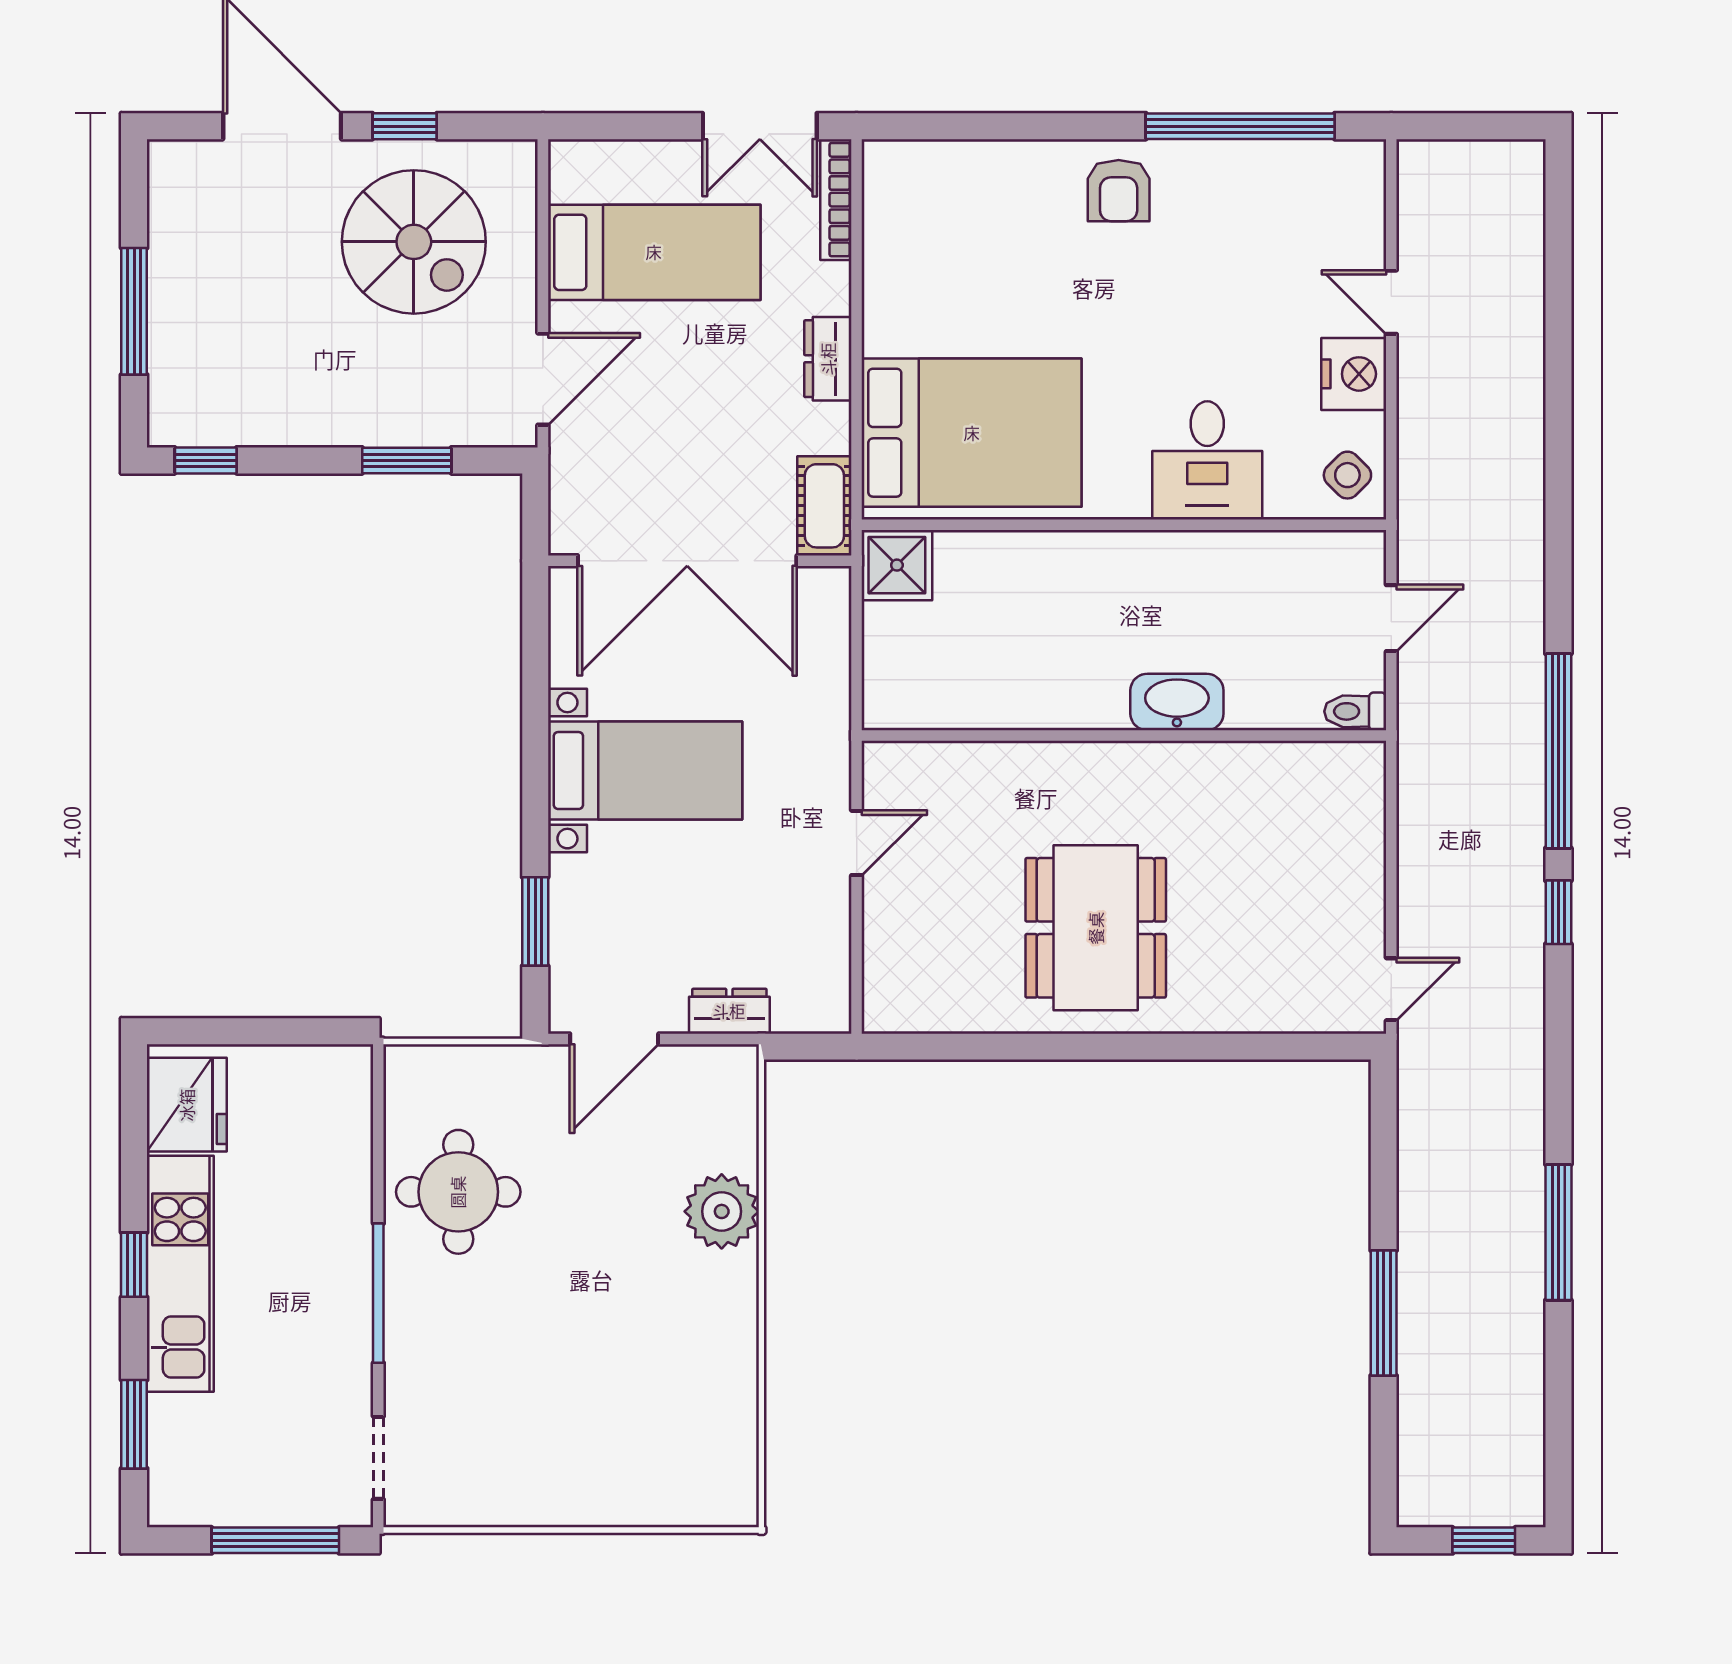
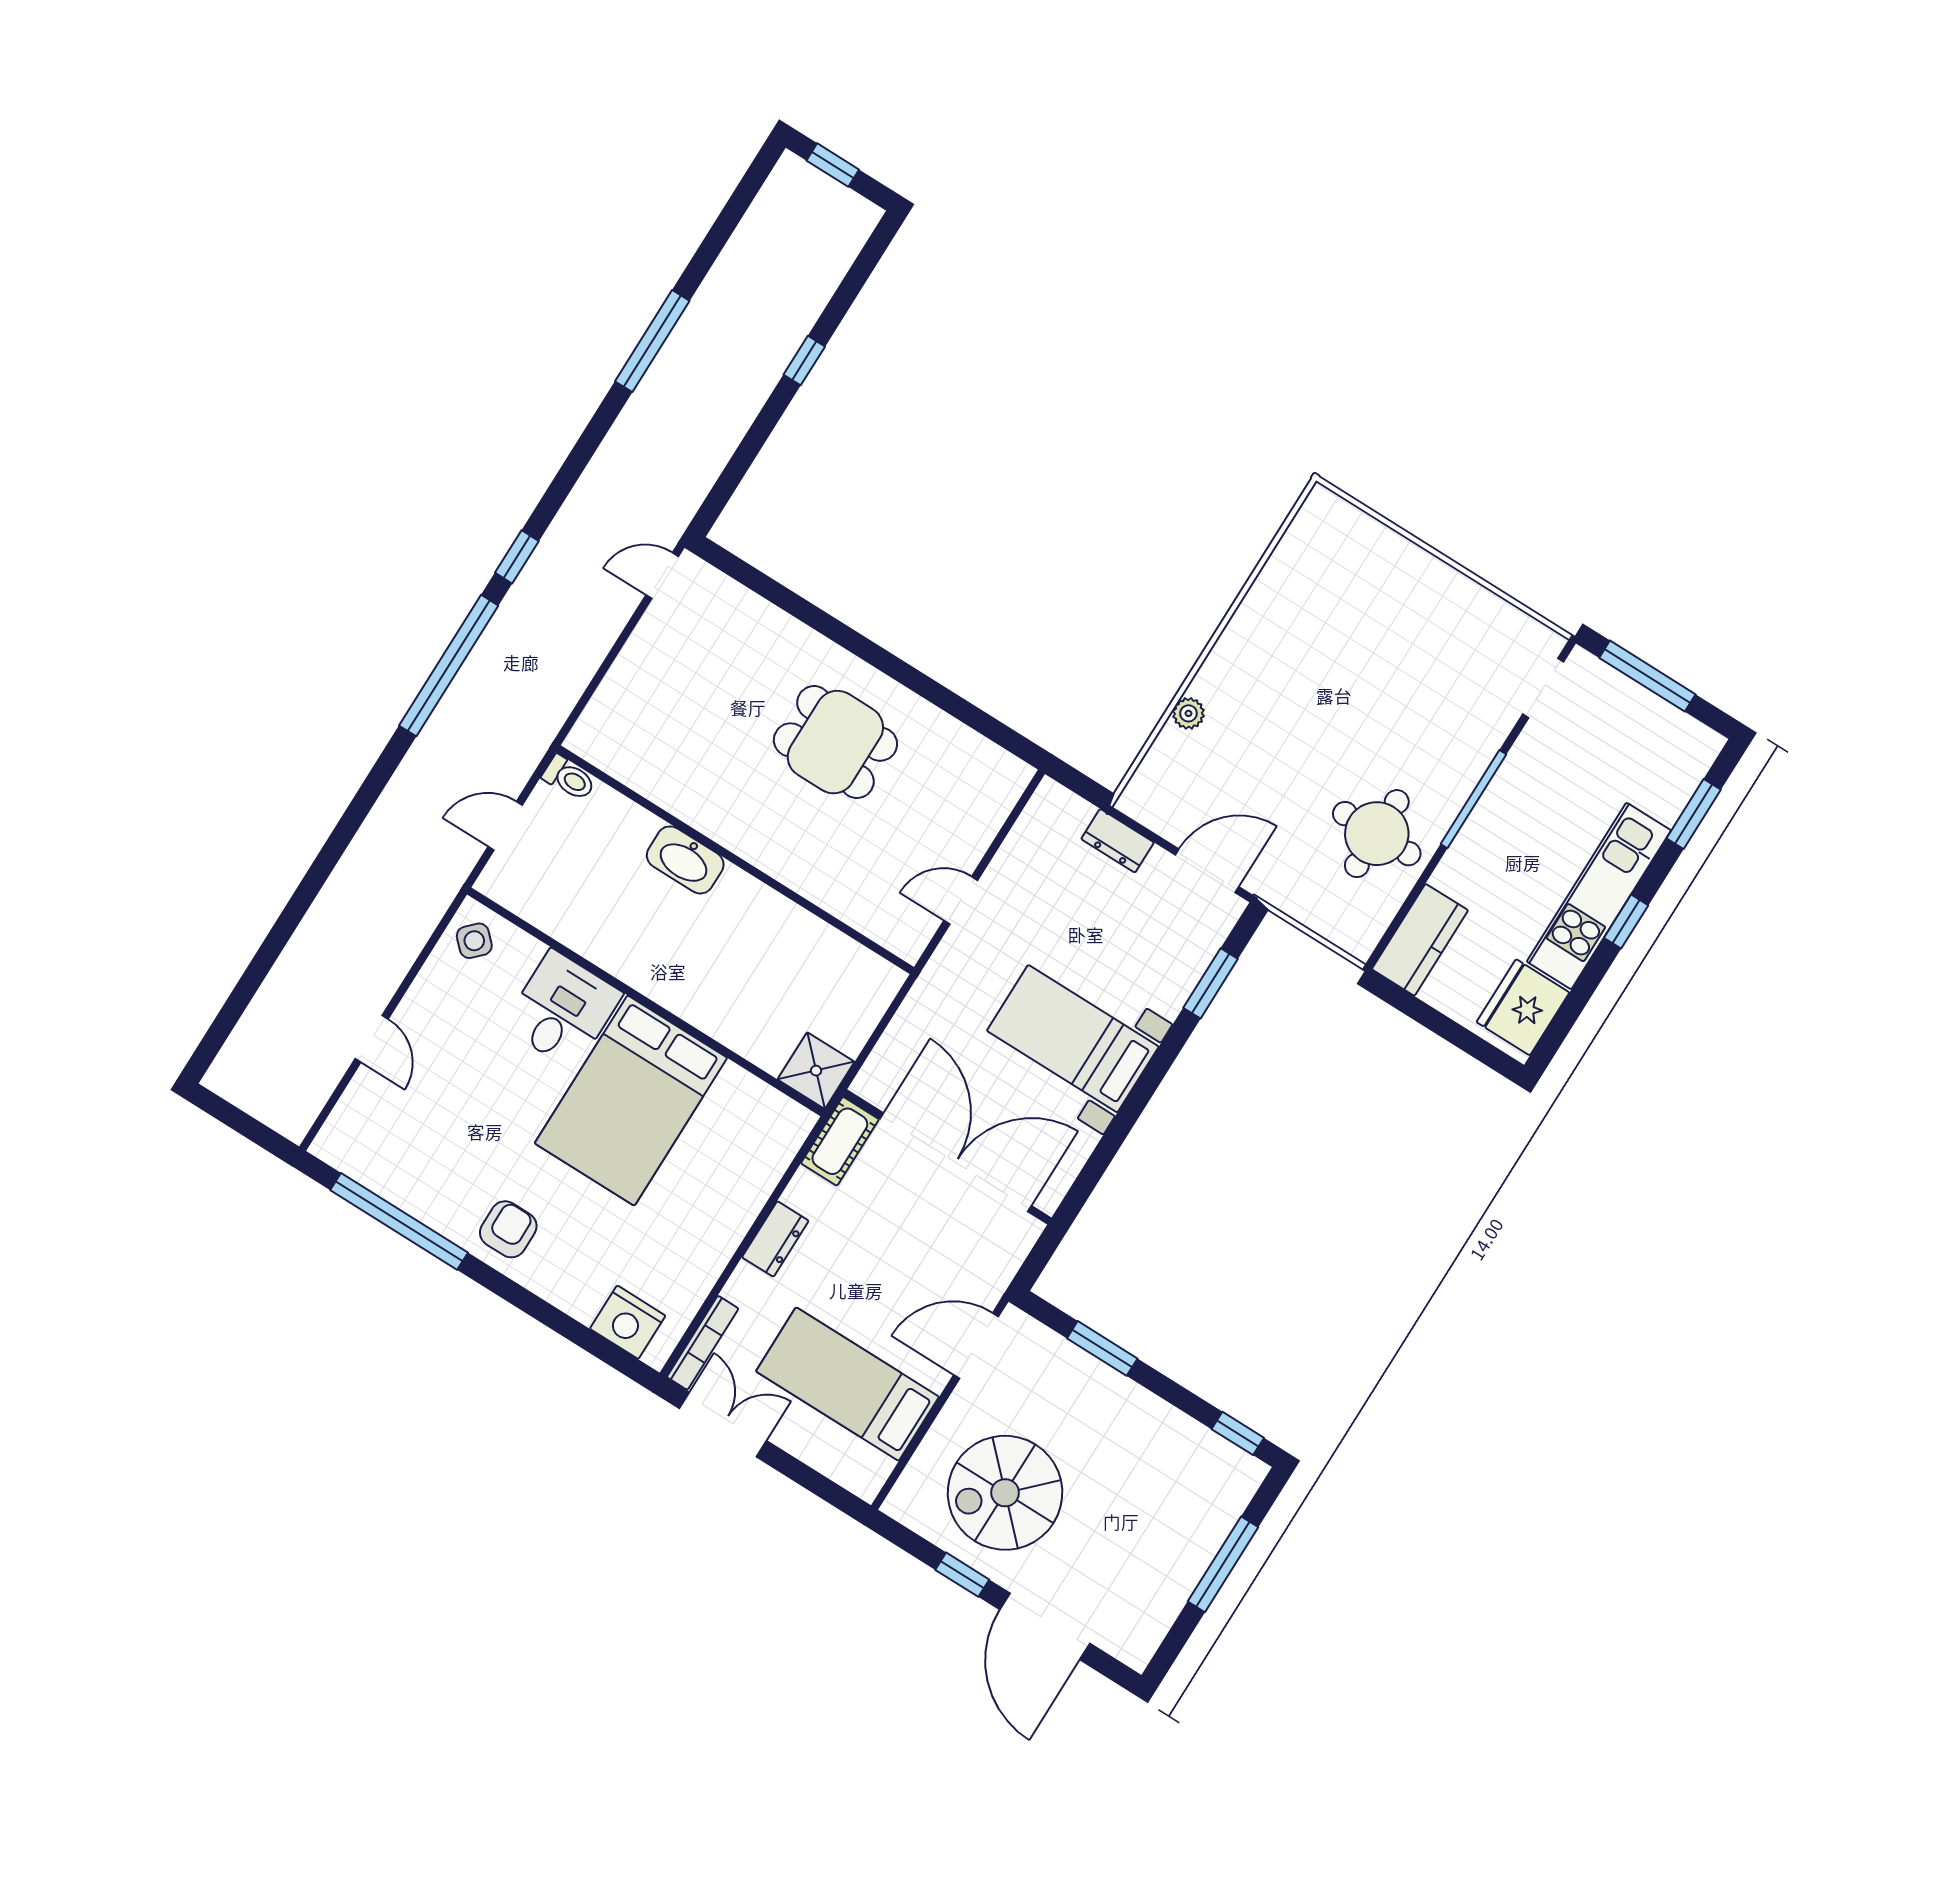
spiral stairs: (414, 242) -> (1005, 1493), turned -90
nightstand: (1354, 374) -> (628, 1322), moved, turned -90
bed: (972, 433) -> (631, 1100), moved, turned -90
dining table: (1096, 928) -> (835, 742), width x0.73
kitchen counter: (341, 1108) -> (1420, 940), added
plant: (722, 1211) -> (1188, 713), width x0.53, depth x0.53
window: (1384, 1313) -> (804, 361), width x0.46

